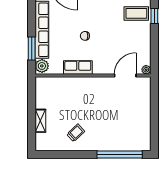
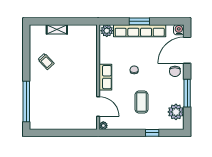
coffee table: (136, 13) -> (142, 102), moved
window: (32, 49) -> (139, 21), moved
row of seats: (78, 67) -> (105, 77), moved

